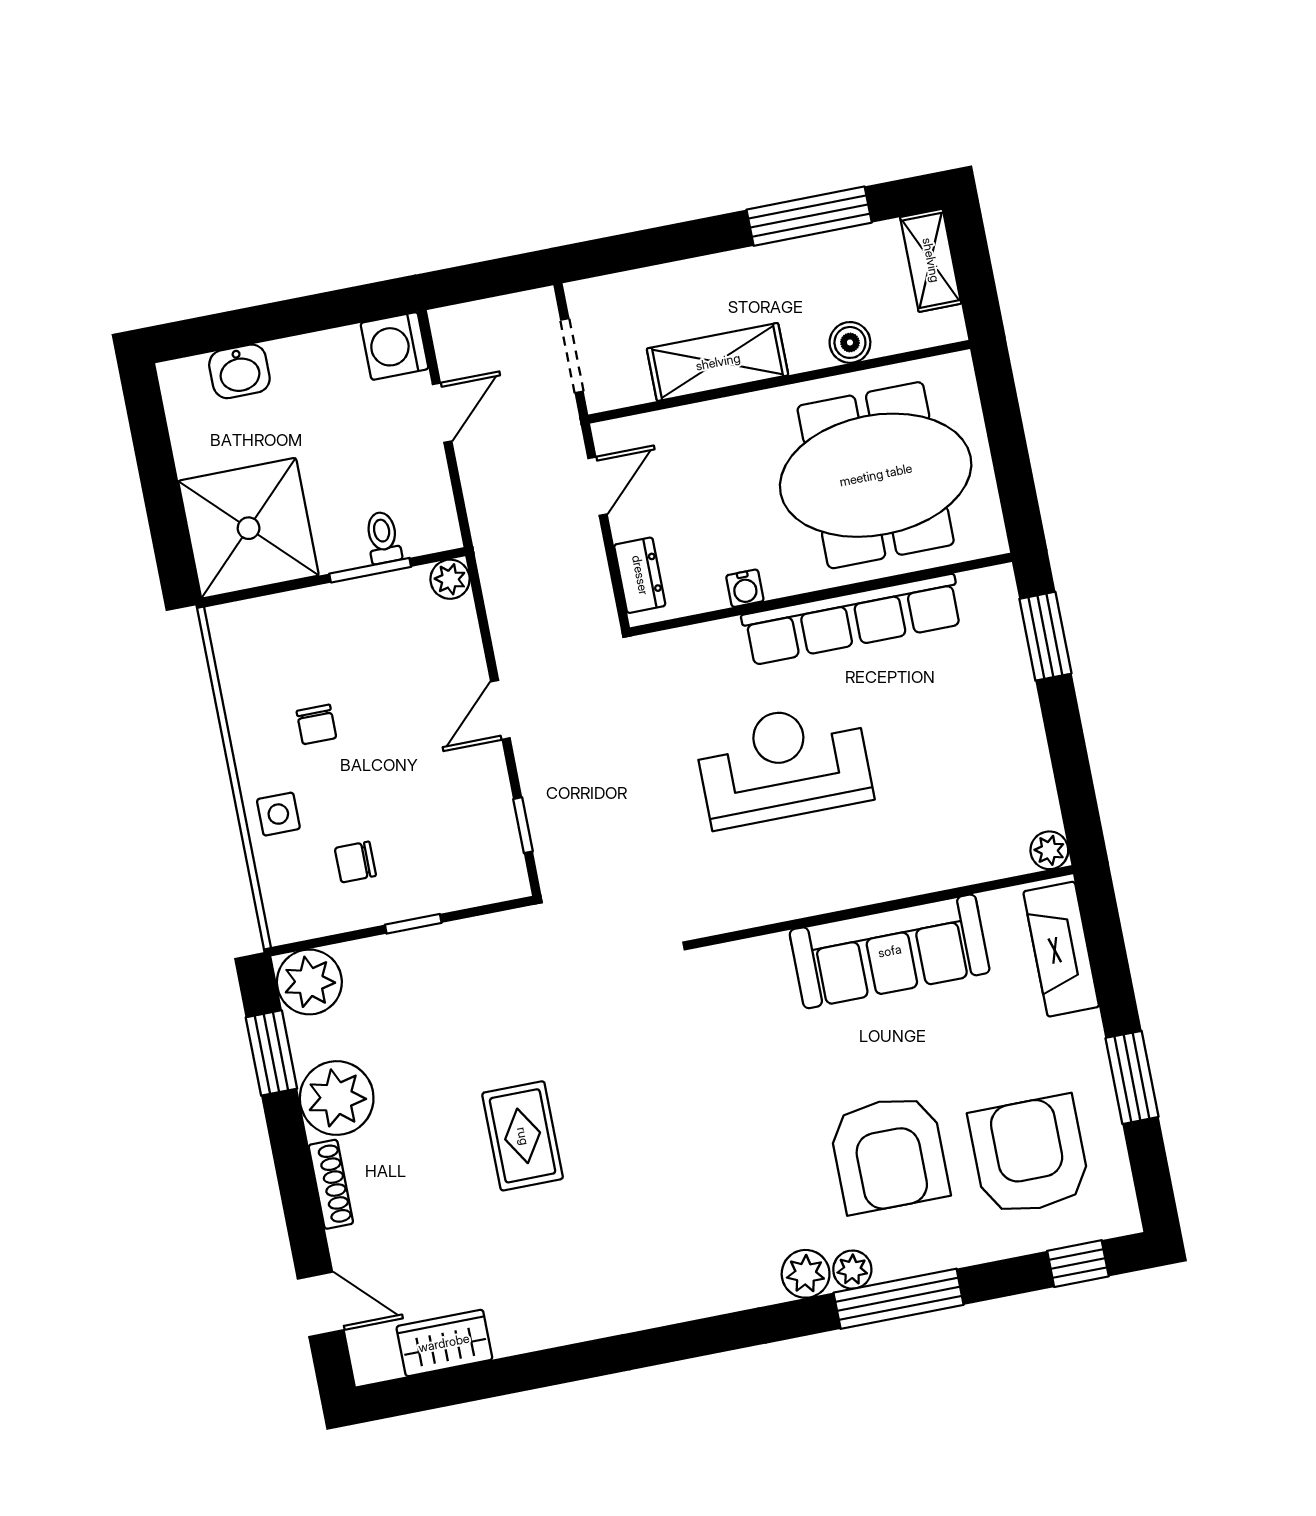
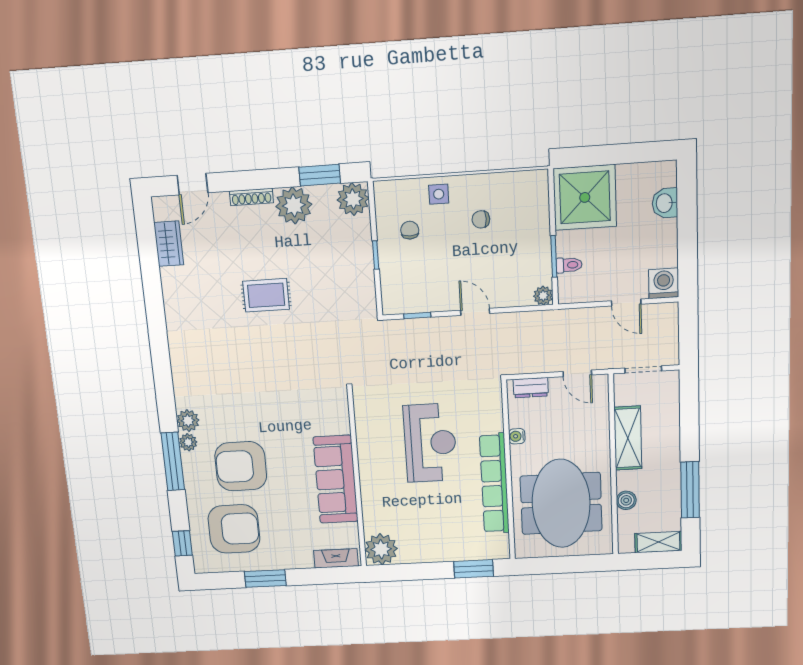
plant: (1049, 850) -> (381, 549), width x1.87, depth x1.87
fireplace: (1061, 949) -> (336, 558), width x0.73, depth x0.76

